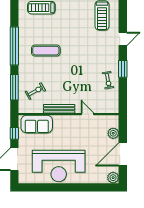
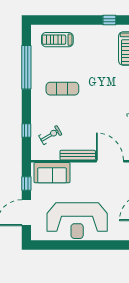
window: (14, 46) -> (26, 67), moved
window: (14, 87) -> (26, 131), width x0.46
door: (87, 114) -> (110, 161), width x1.87

